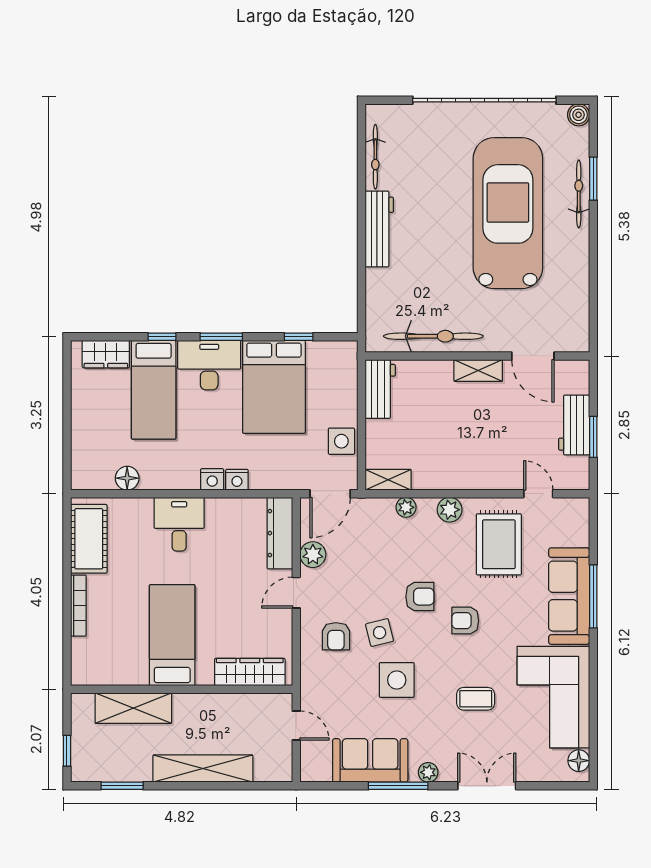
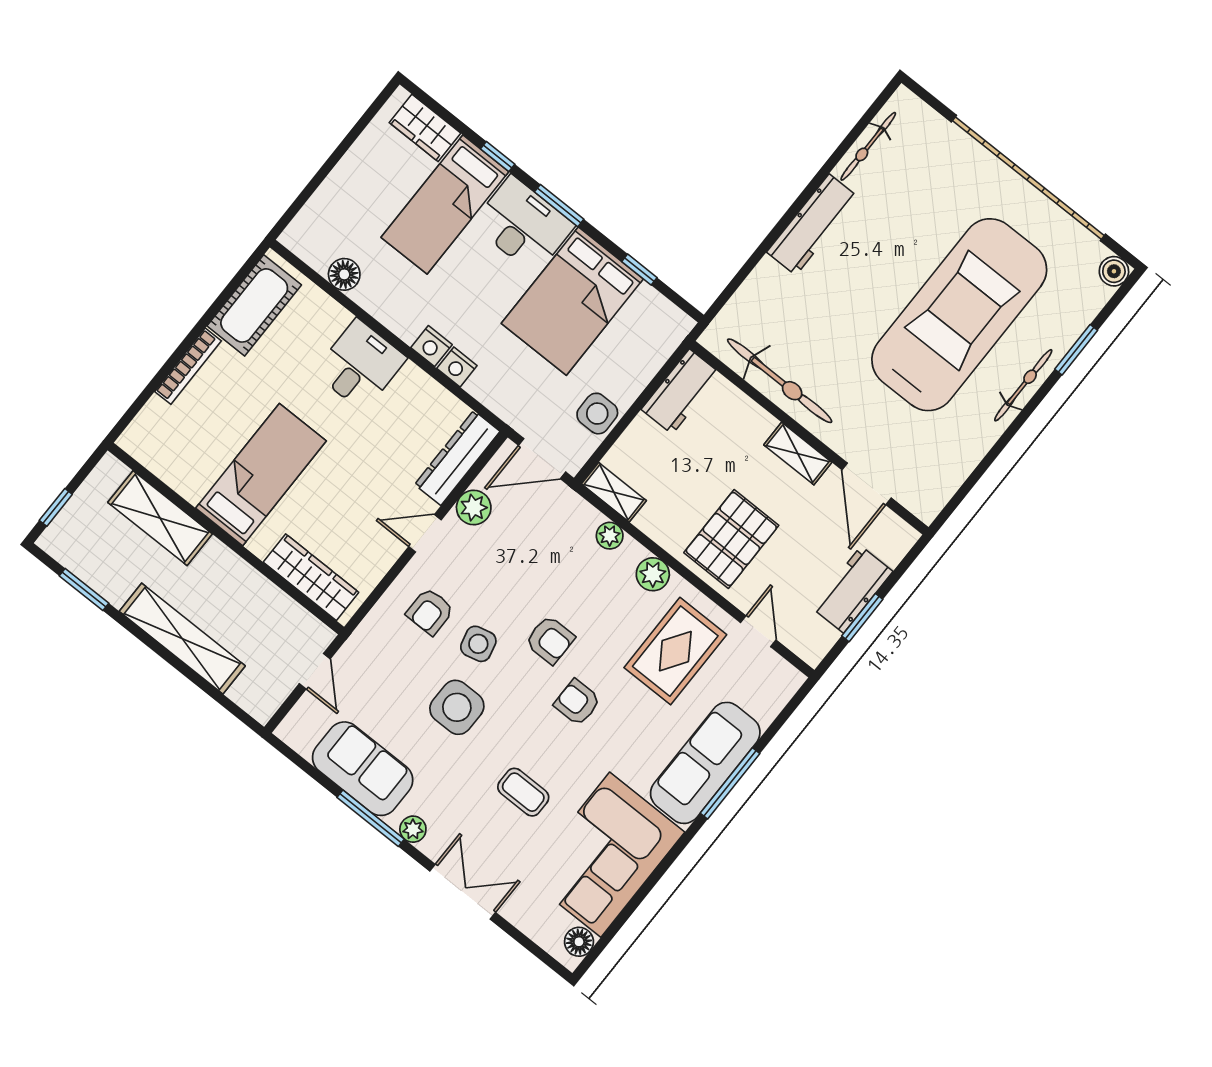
bicycle: (579, 194) -> (1023, 385), moved
pallet: (479, 452) -> (731, 539), added

